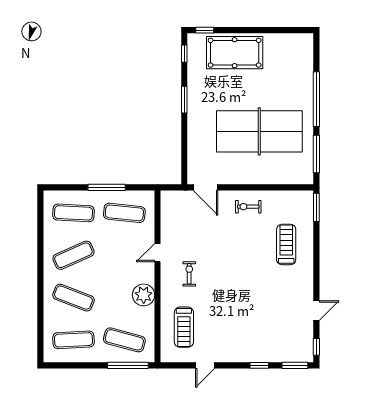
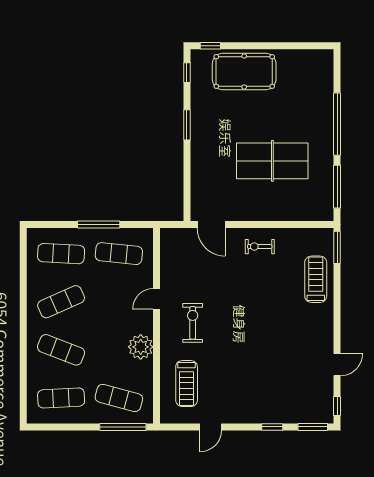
table tennis table: (259, 131) -> (272, 161), width x0.73, depth x0.76
treadmill: (286, 245) -> (316, 279), moved
exercise bike: (189, 274) -> (193, 323), width x1.38, depth x1.39

